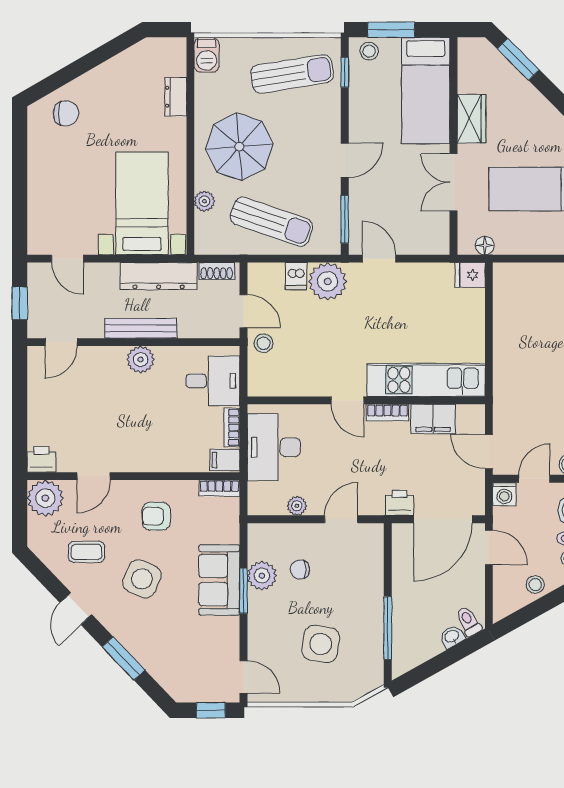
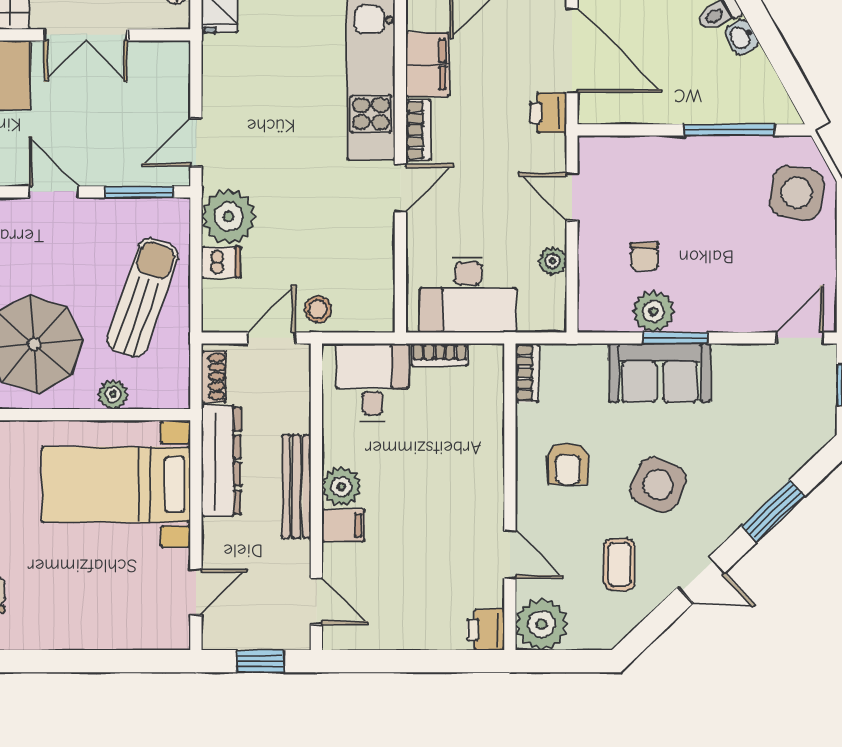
filing cabinet: (225, 460) -> (343, 525), moved, turned -90
side table: (321, 644) -> (797, 193), moved

